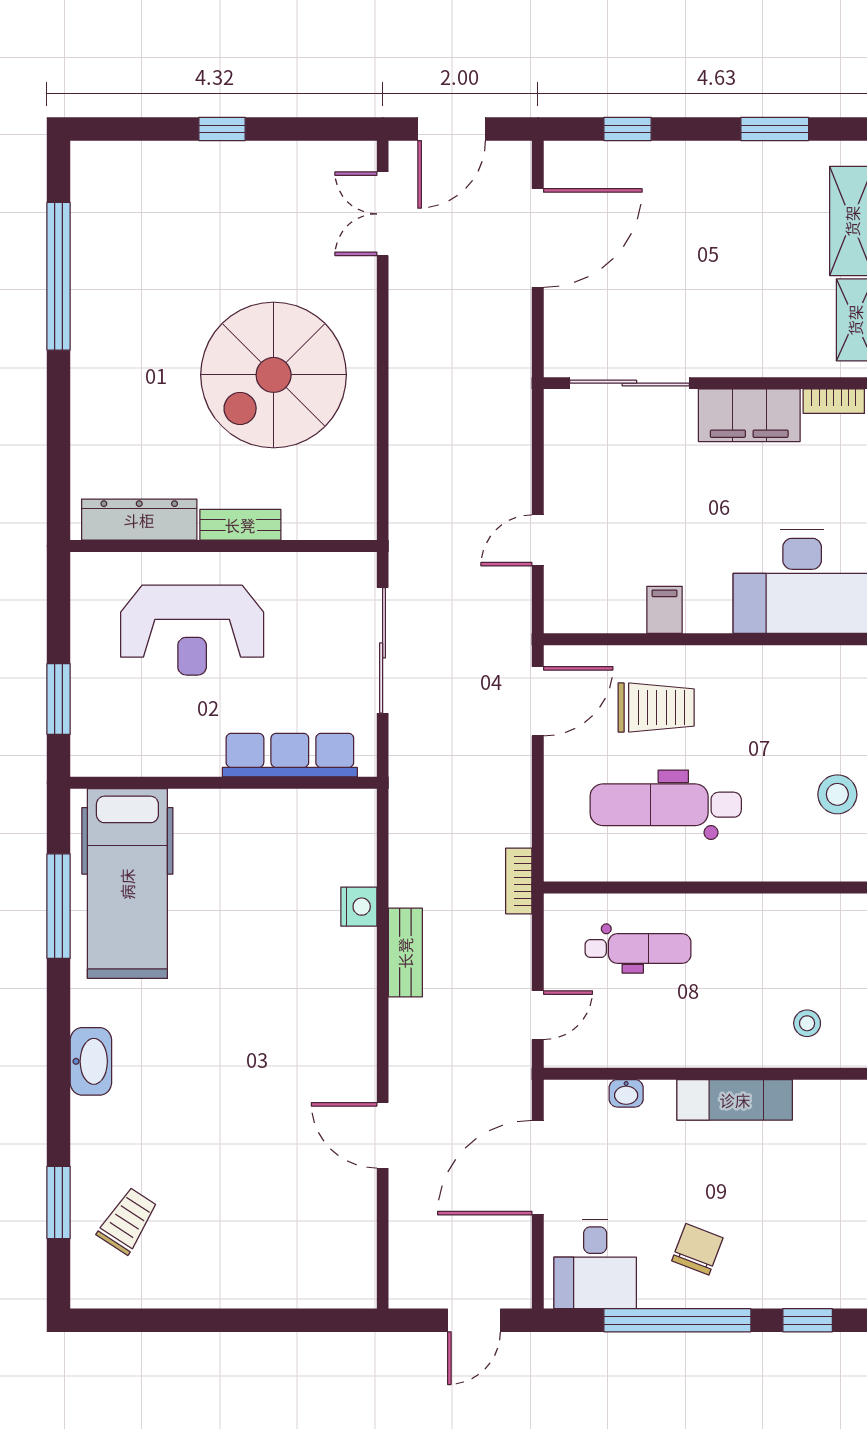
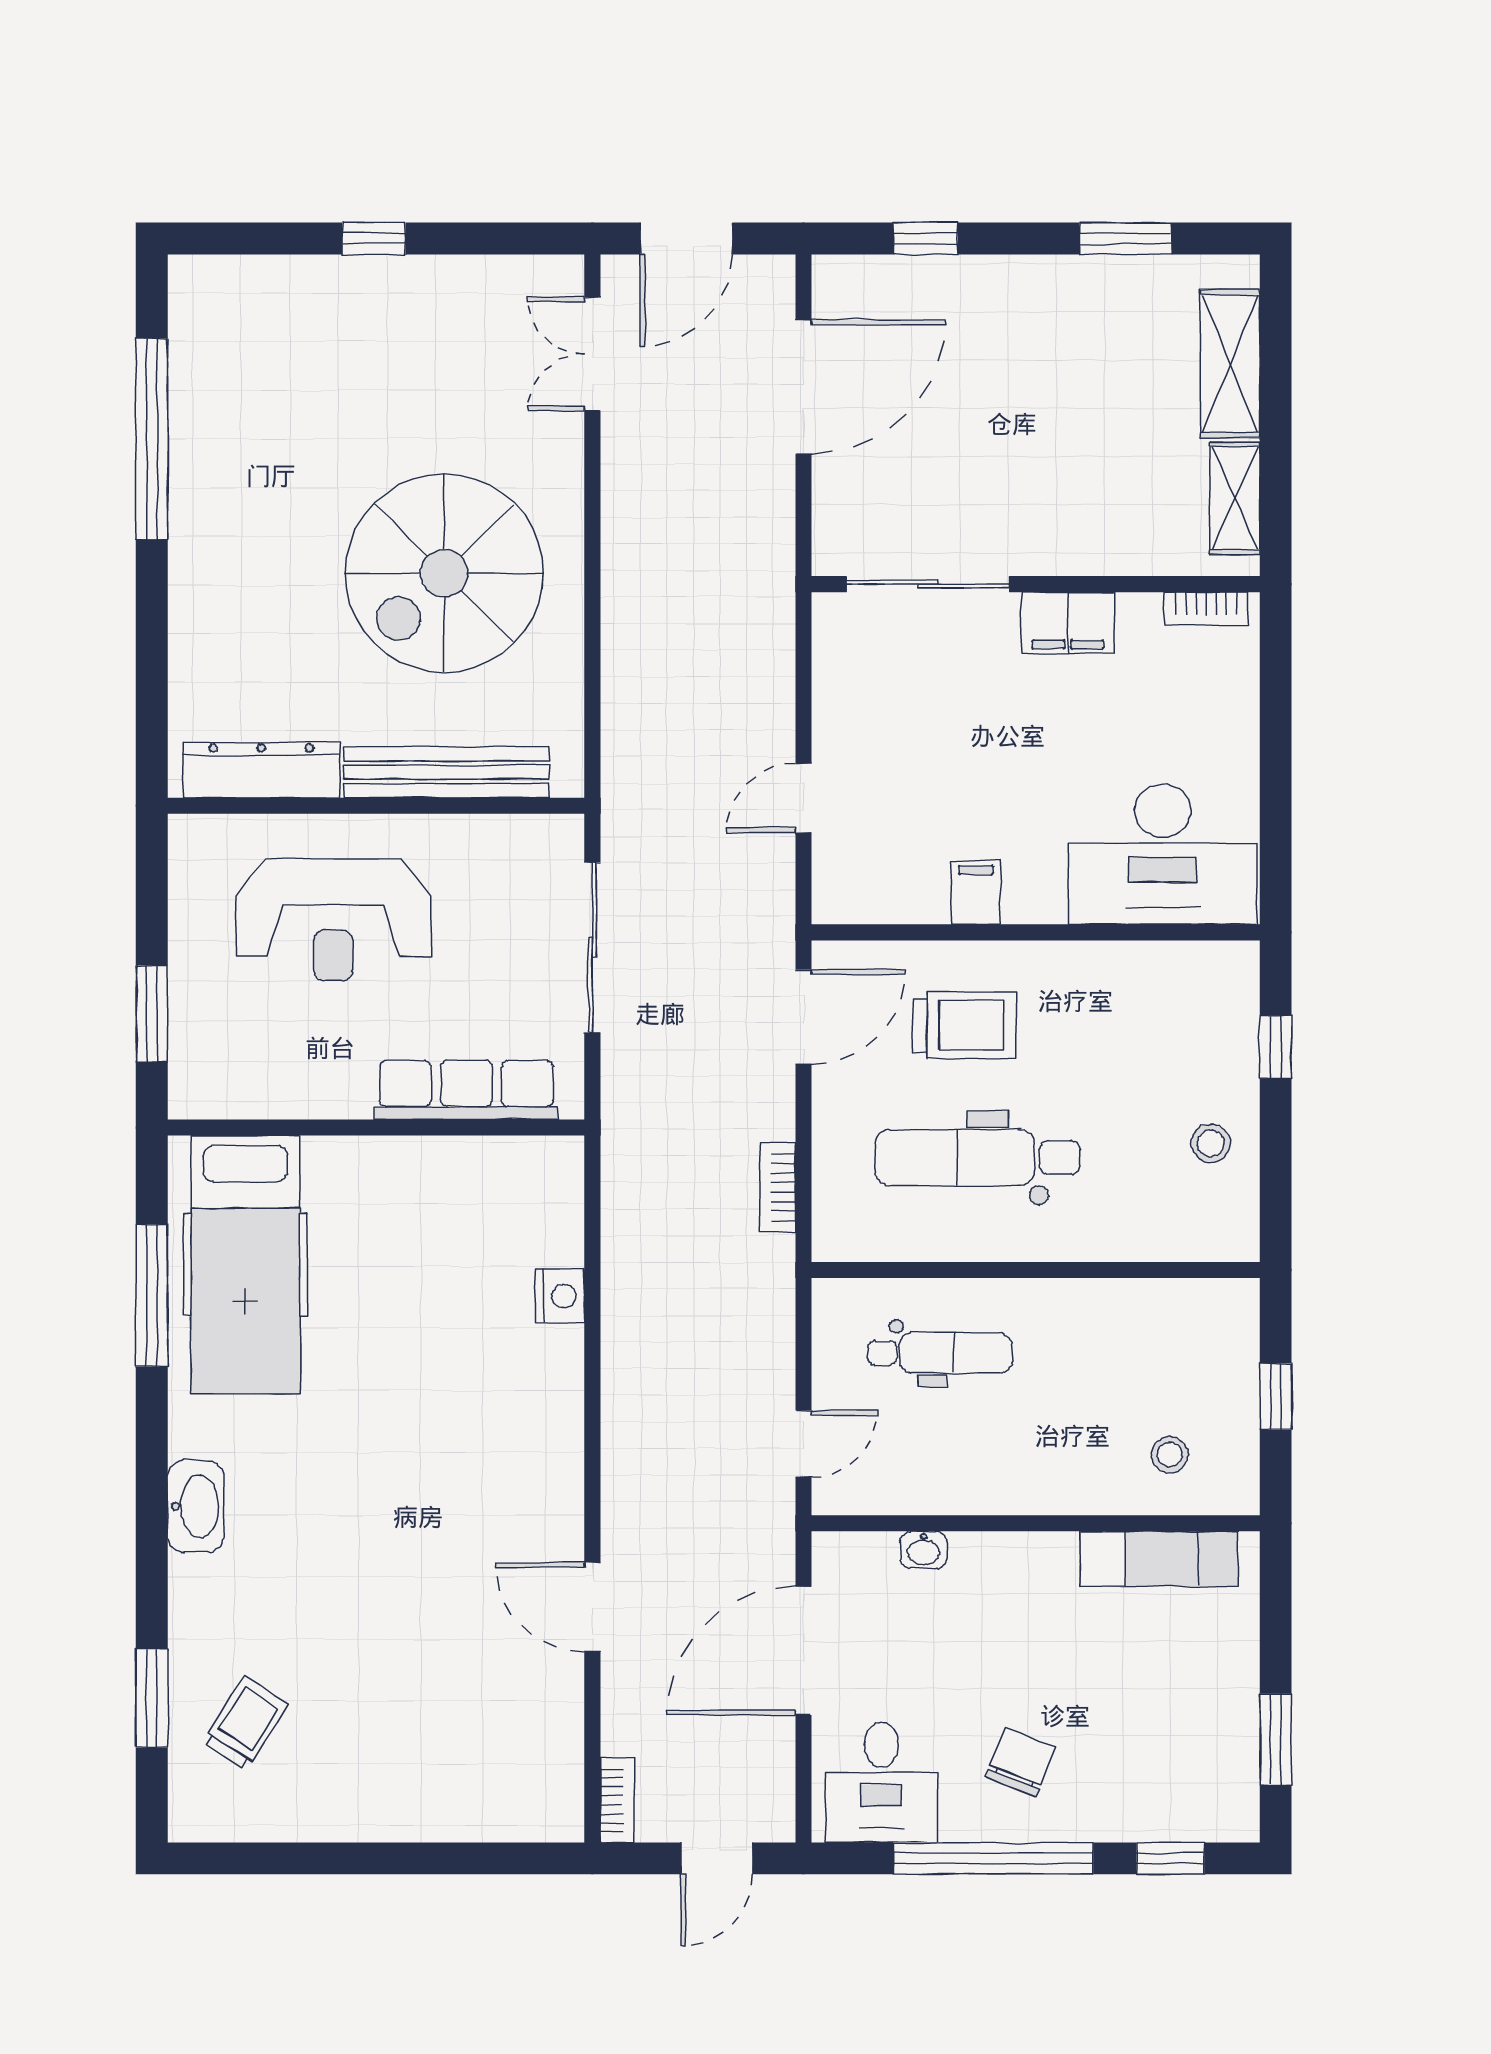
filing cabinet: (749, 415) -> (1068, 623), width x0.67, depth x0.86
bench: (240, 525) -> (447, 772), width x1.86, depth x1.21
stool: (837, 794) -> (1211, 1143), width x0.73, depth x0.73
bookcase: (519, 881) -> (778, 1188), moved
bench: (405, 953) -> (623, 1358), removed
exam couch: (735, 1100) -> (1159, 1559), moved
bookcase: (401, 1277) -> (617, 1800), added

